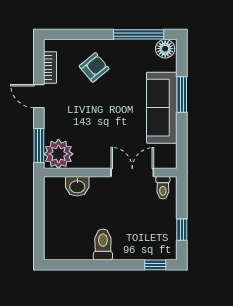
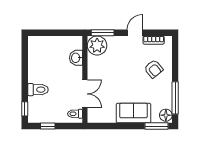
window: (182, 95) -> (157, 126), moved
sofa: (162, 108) -> (133, 113), width x0.73
toilet: (103, 244) -> (38, 90), moved

